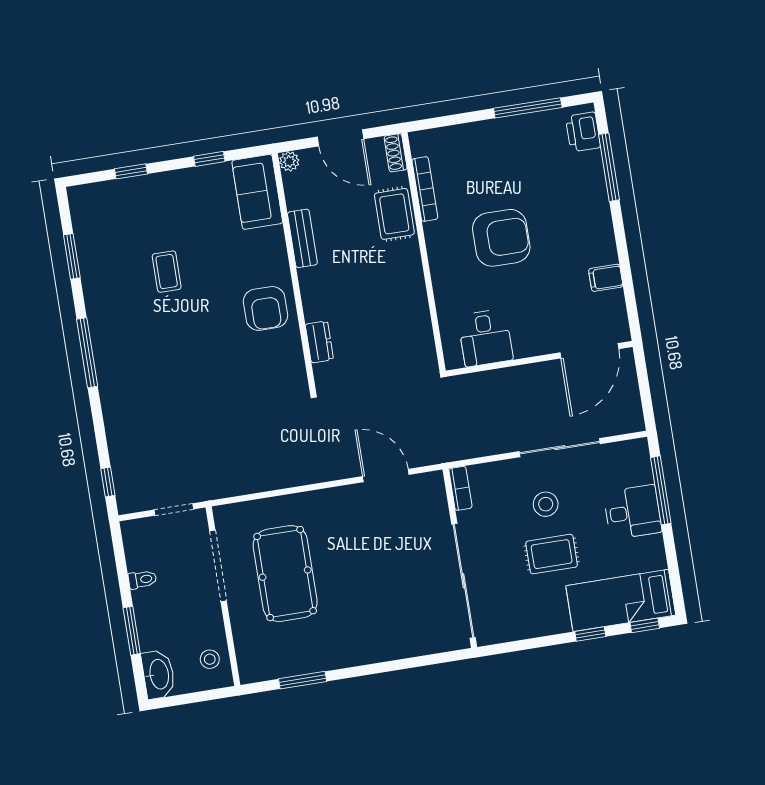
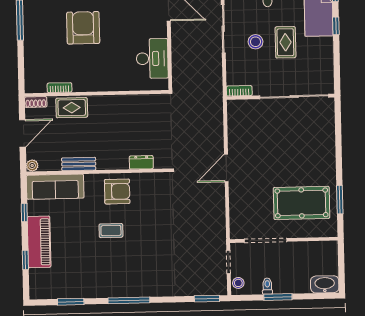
bookcase: (425, 189) -> (60, 88), width x0.64
piano: (164, 190) -> (39, 242), added
sofa: (257, 192) -> (55, 187), width x1.36
armchair: (501, 238) -> (83, 28), moved
coffee table: (167, 272) -> (111, 231), moved
desk: (485, 338) -> (152, 59), width x1.37
door: (386, 475) -> (226, 168), moved
window: (108, 482) -> (207, 299), width x1.50
pool table: (285, 574) -> (302, 203), moved
window: (132, 631) -> (278, 297), moved
stool: (210, 659) -> (238, 283), moved

